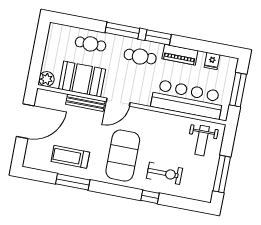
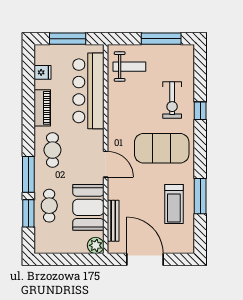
window: (158, 37) -> (28, 213), moved
bench: (85, 103) -> (113, 221), moved
exercise bike: (165, 173) -> (172, 100), turned 180

